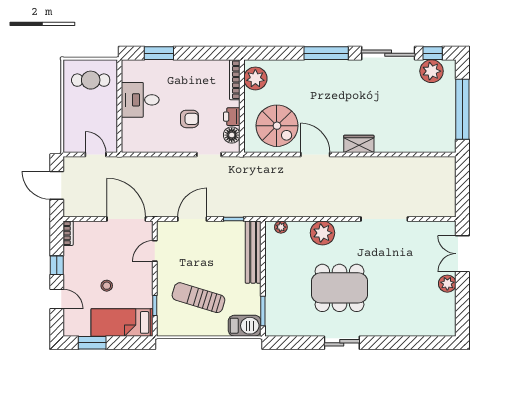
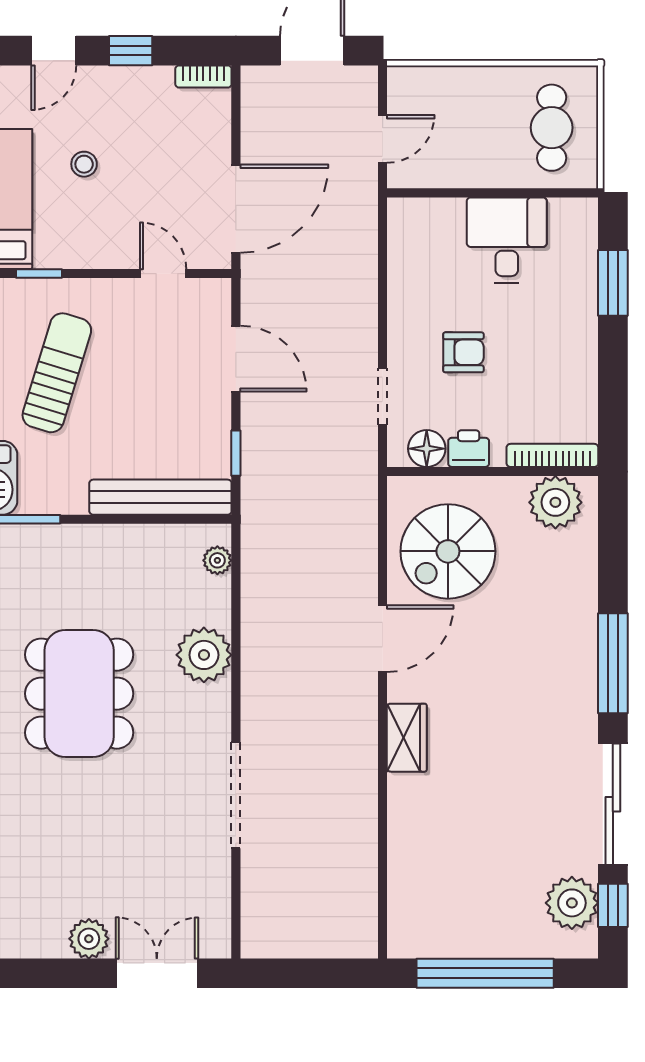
armchair: (189, 119) -> (463, 352), turned -90

